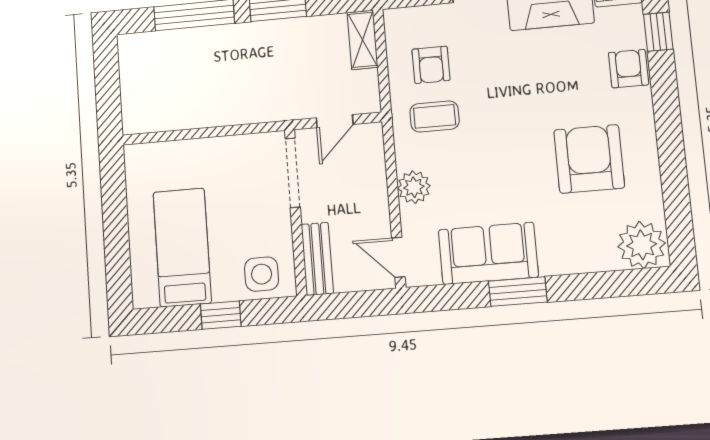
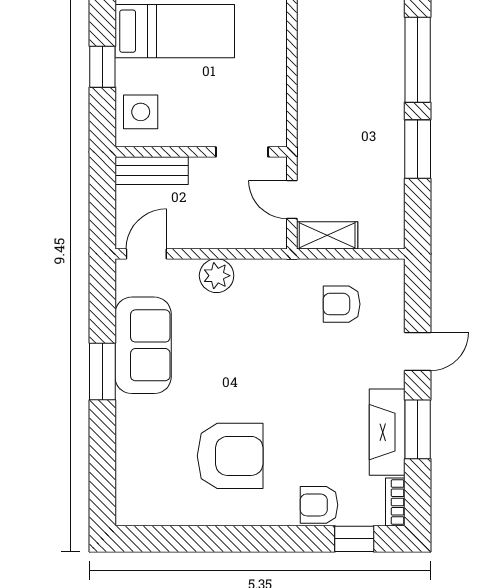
shelving: (363, 40) -> (327, 235), moved
armchair: (628, 69) -> (319, 505), turned 180
coffee table: (435, 116) -> (287, 303), removed
doorway: (293, 173) -> (242, 152), width x0.73
plant: (642, 245) -> (139, 499), removed

